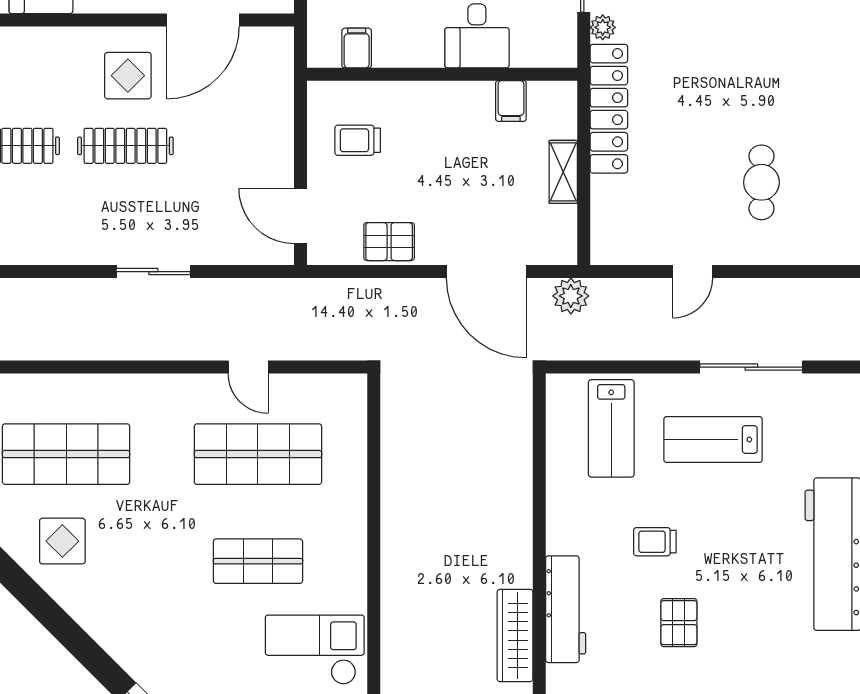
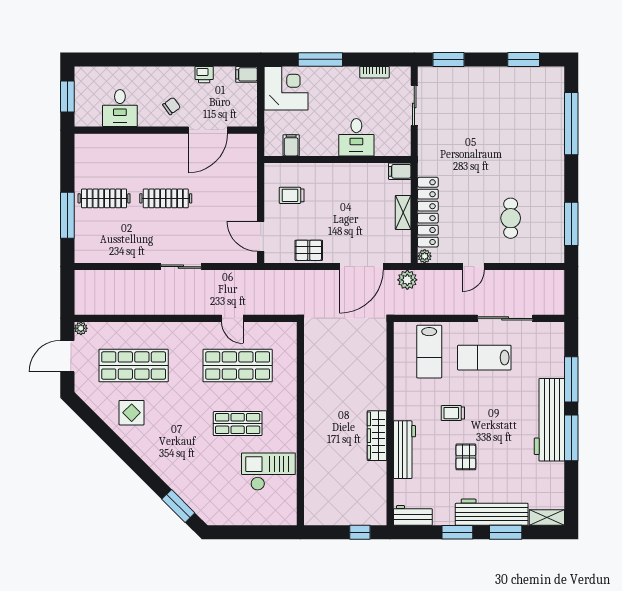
plant: (603, 27) -> (425, 256), moved
display table: (128, 76) -> (167, 160), removed
filing cabinet: (511, 101) -> (400, 171), moved, turned 90
locker: (609, 109) -> (428, 212), moved
door: (486, 272) -> (361, 267), hinge flipped
wardrobe: (515, 635) -> (377, 436), moved

